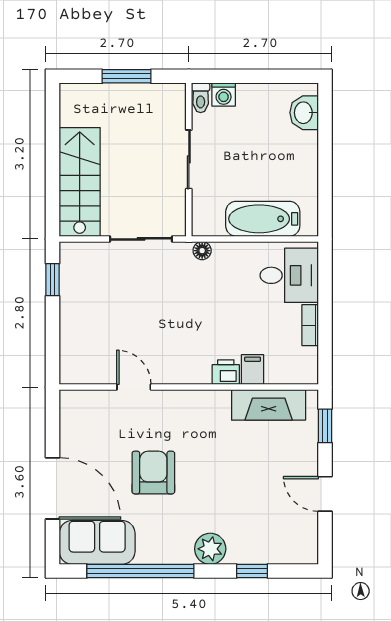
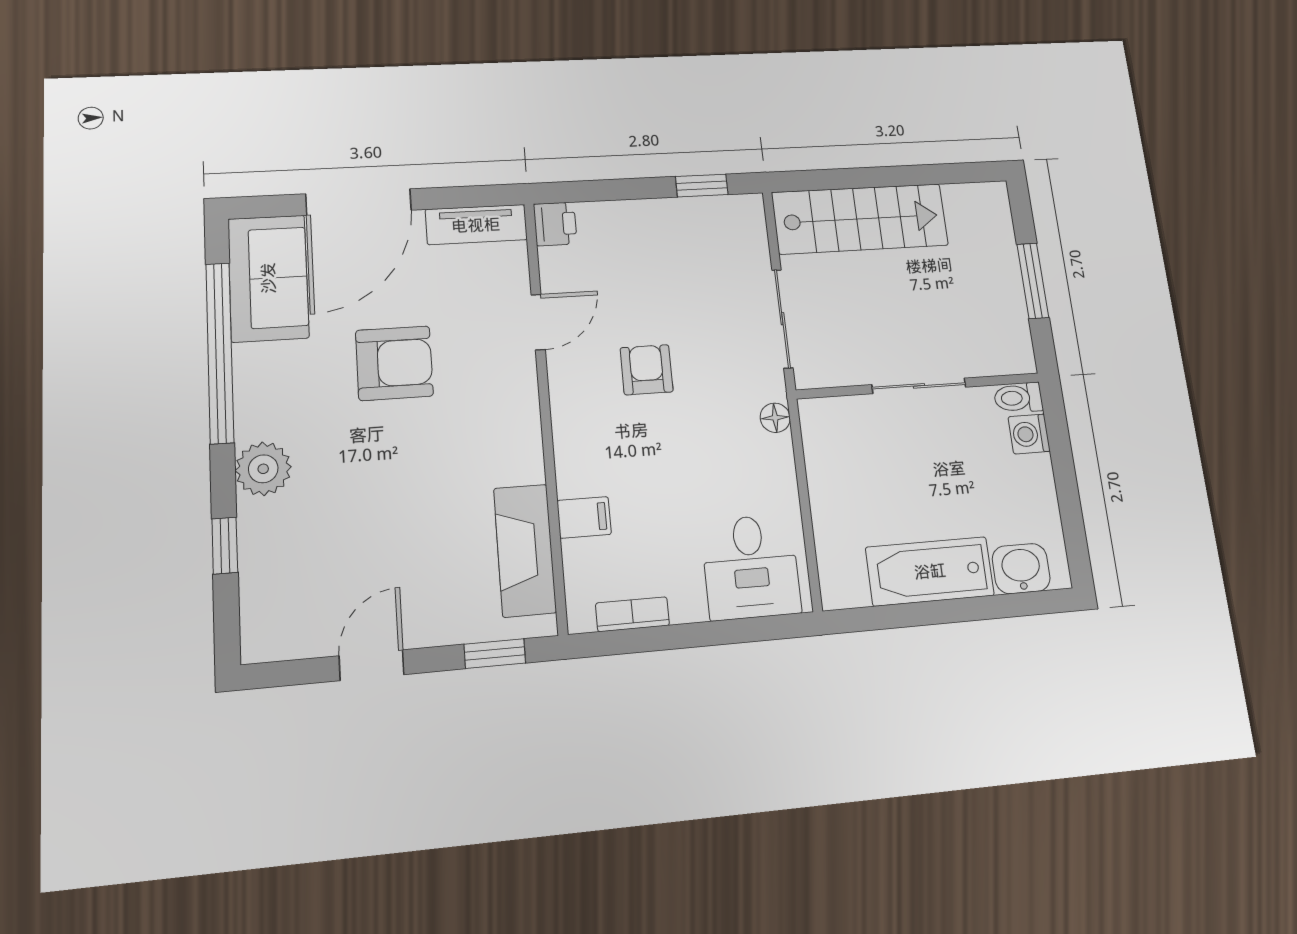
bathtub: (263, 219) -> (930, 571), moved, turned -90
armchair: (167, 325) -> (647, 370), added
bookcase: (310, 325) -> (632, 614), moved
printer: (226, 372) -> (555, 224), moved
tv unit: (71, 419) -> (476, 225), added

